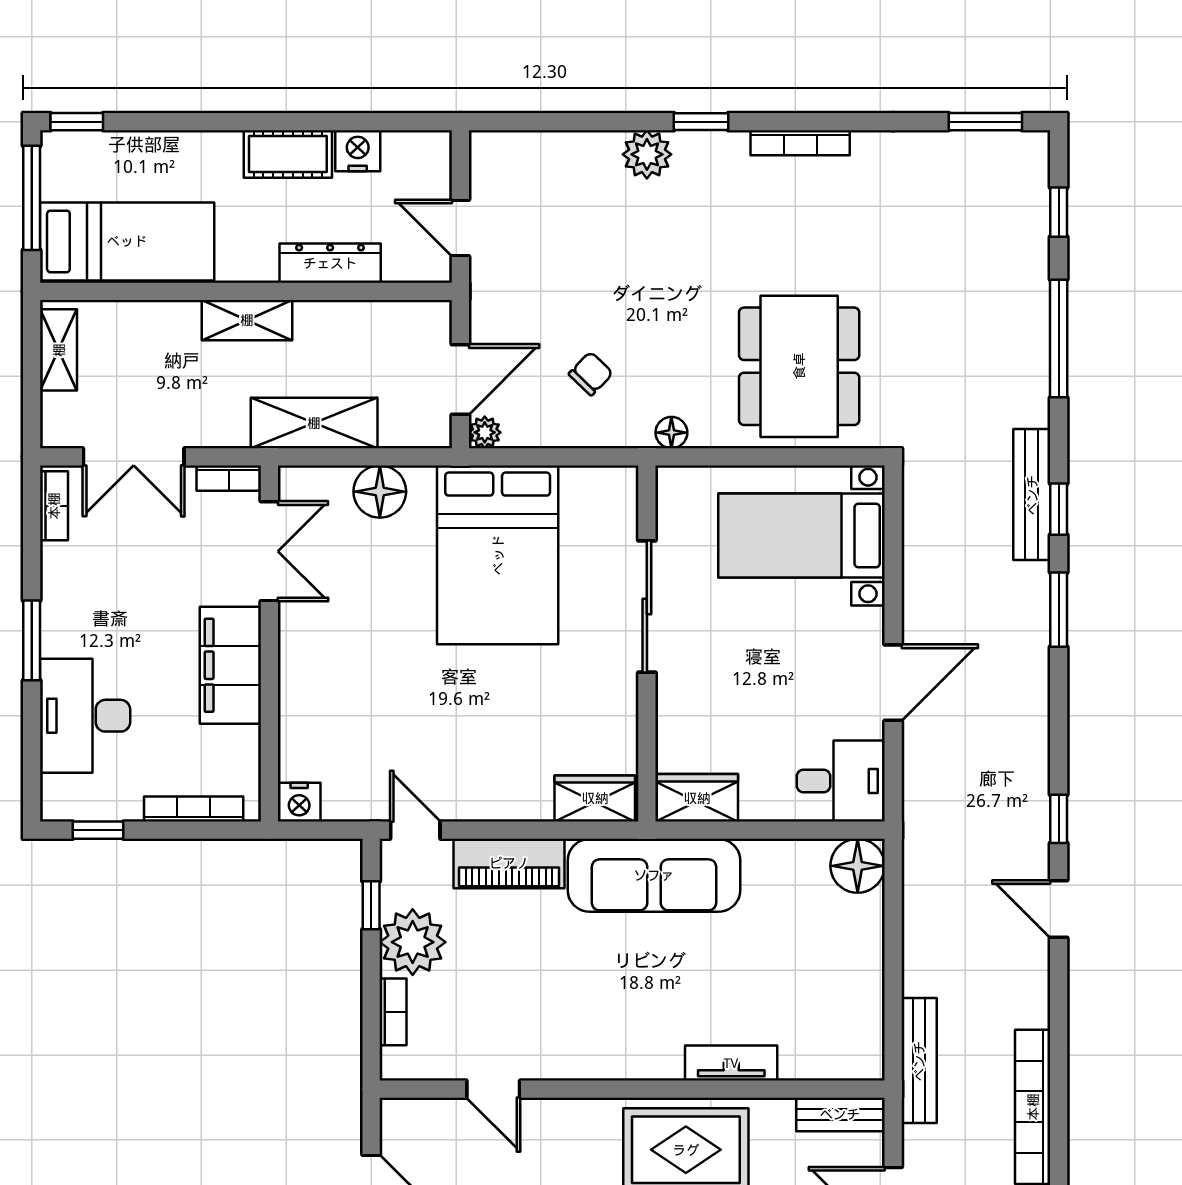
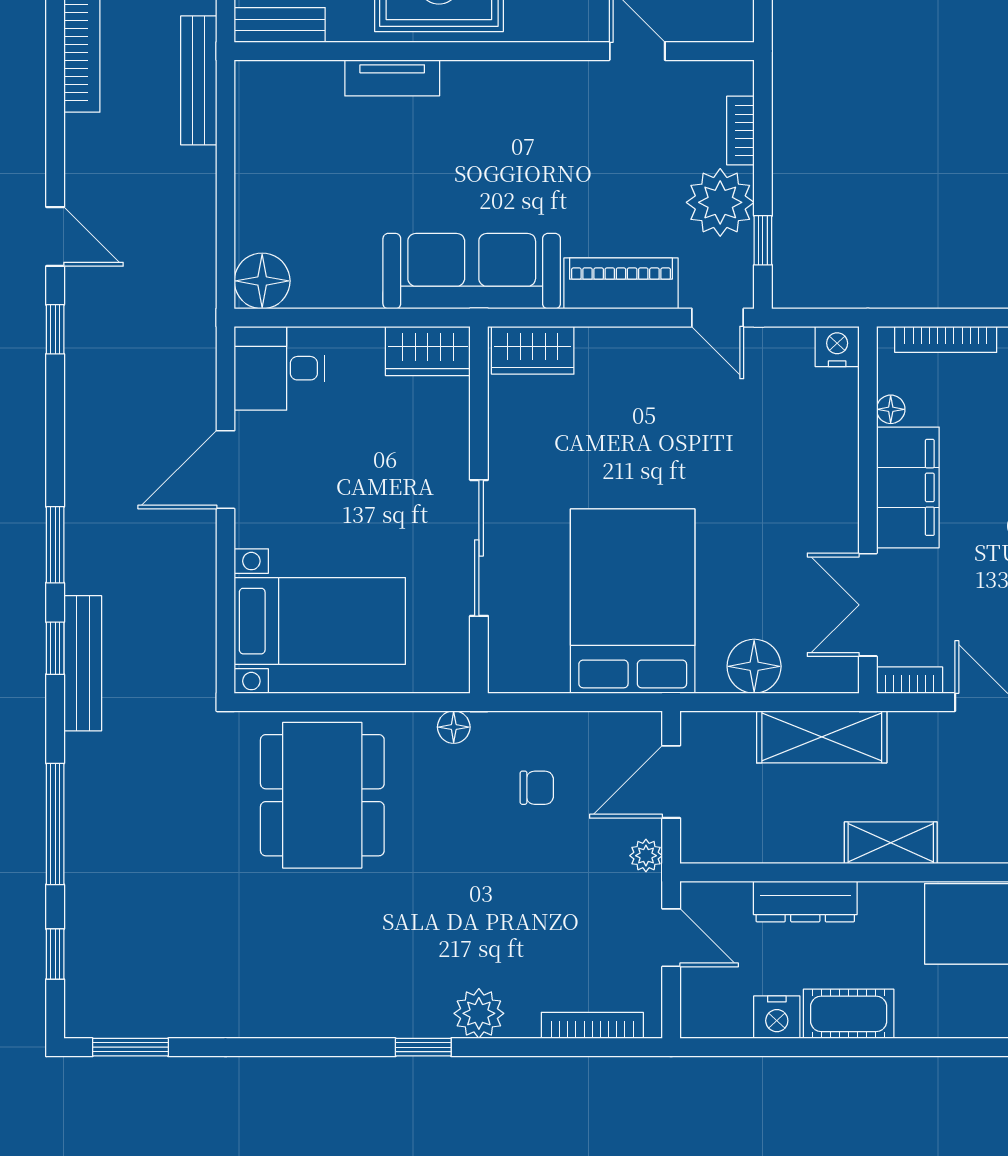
bookcase: (800, 143) -> (592, 1025), moved
chair: (591, 374) -> (537, 788), turned -134
plant: (485, 432) -> (646, 856), moved
floor lamp: (247, 741) -> (891, 409), added

